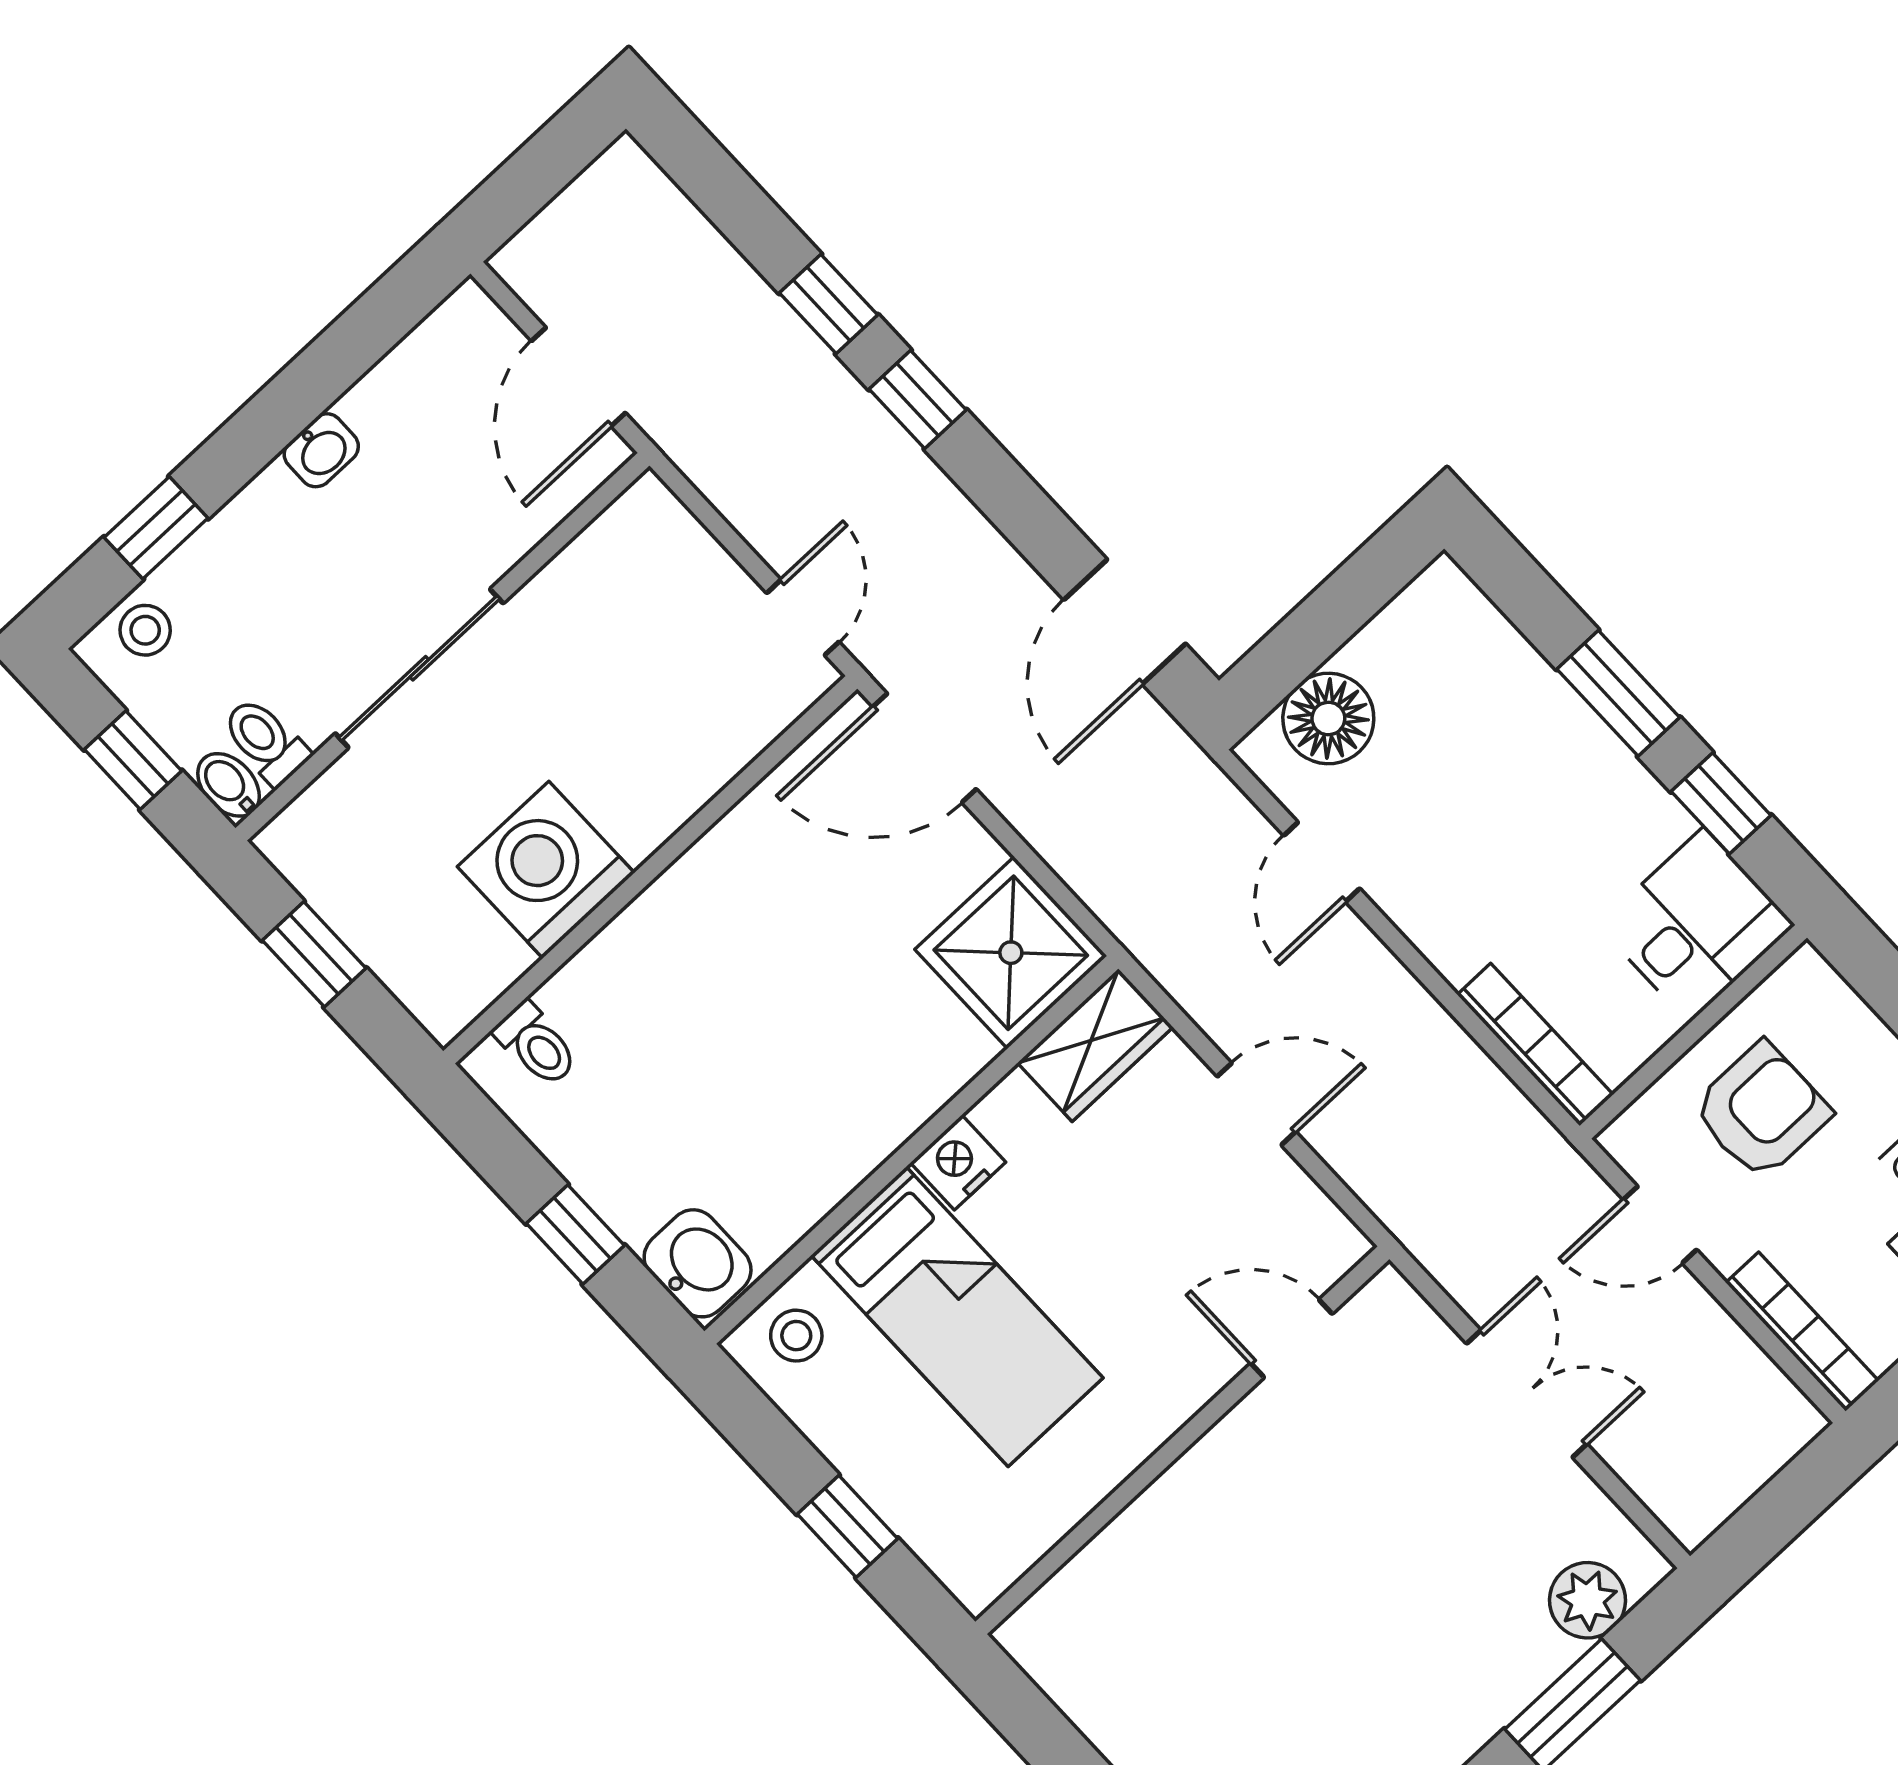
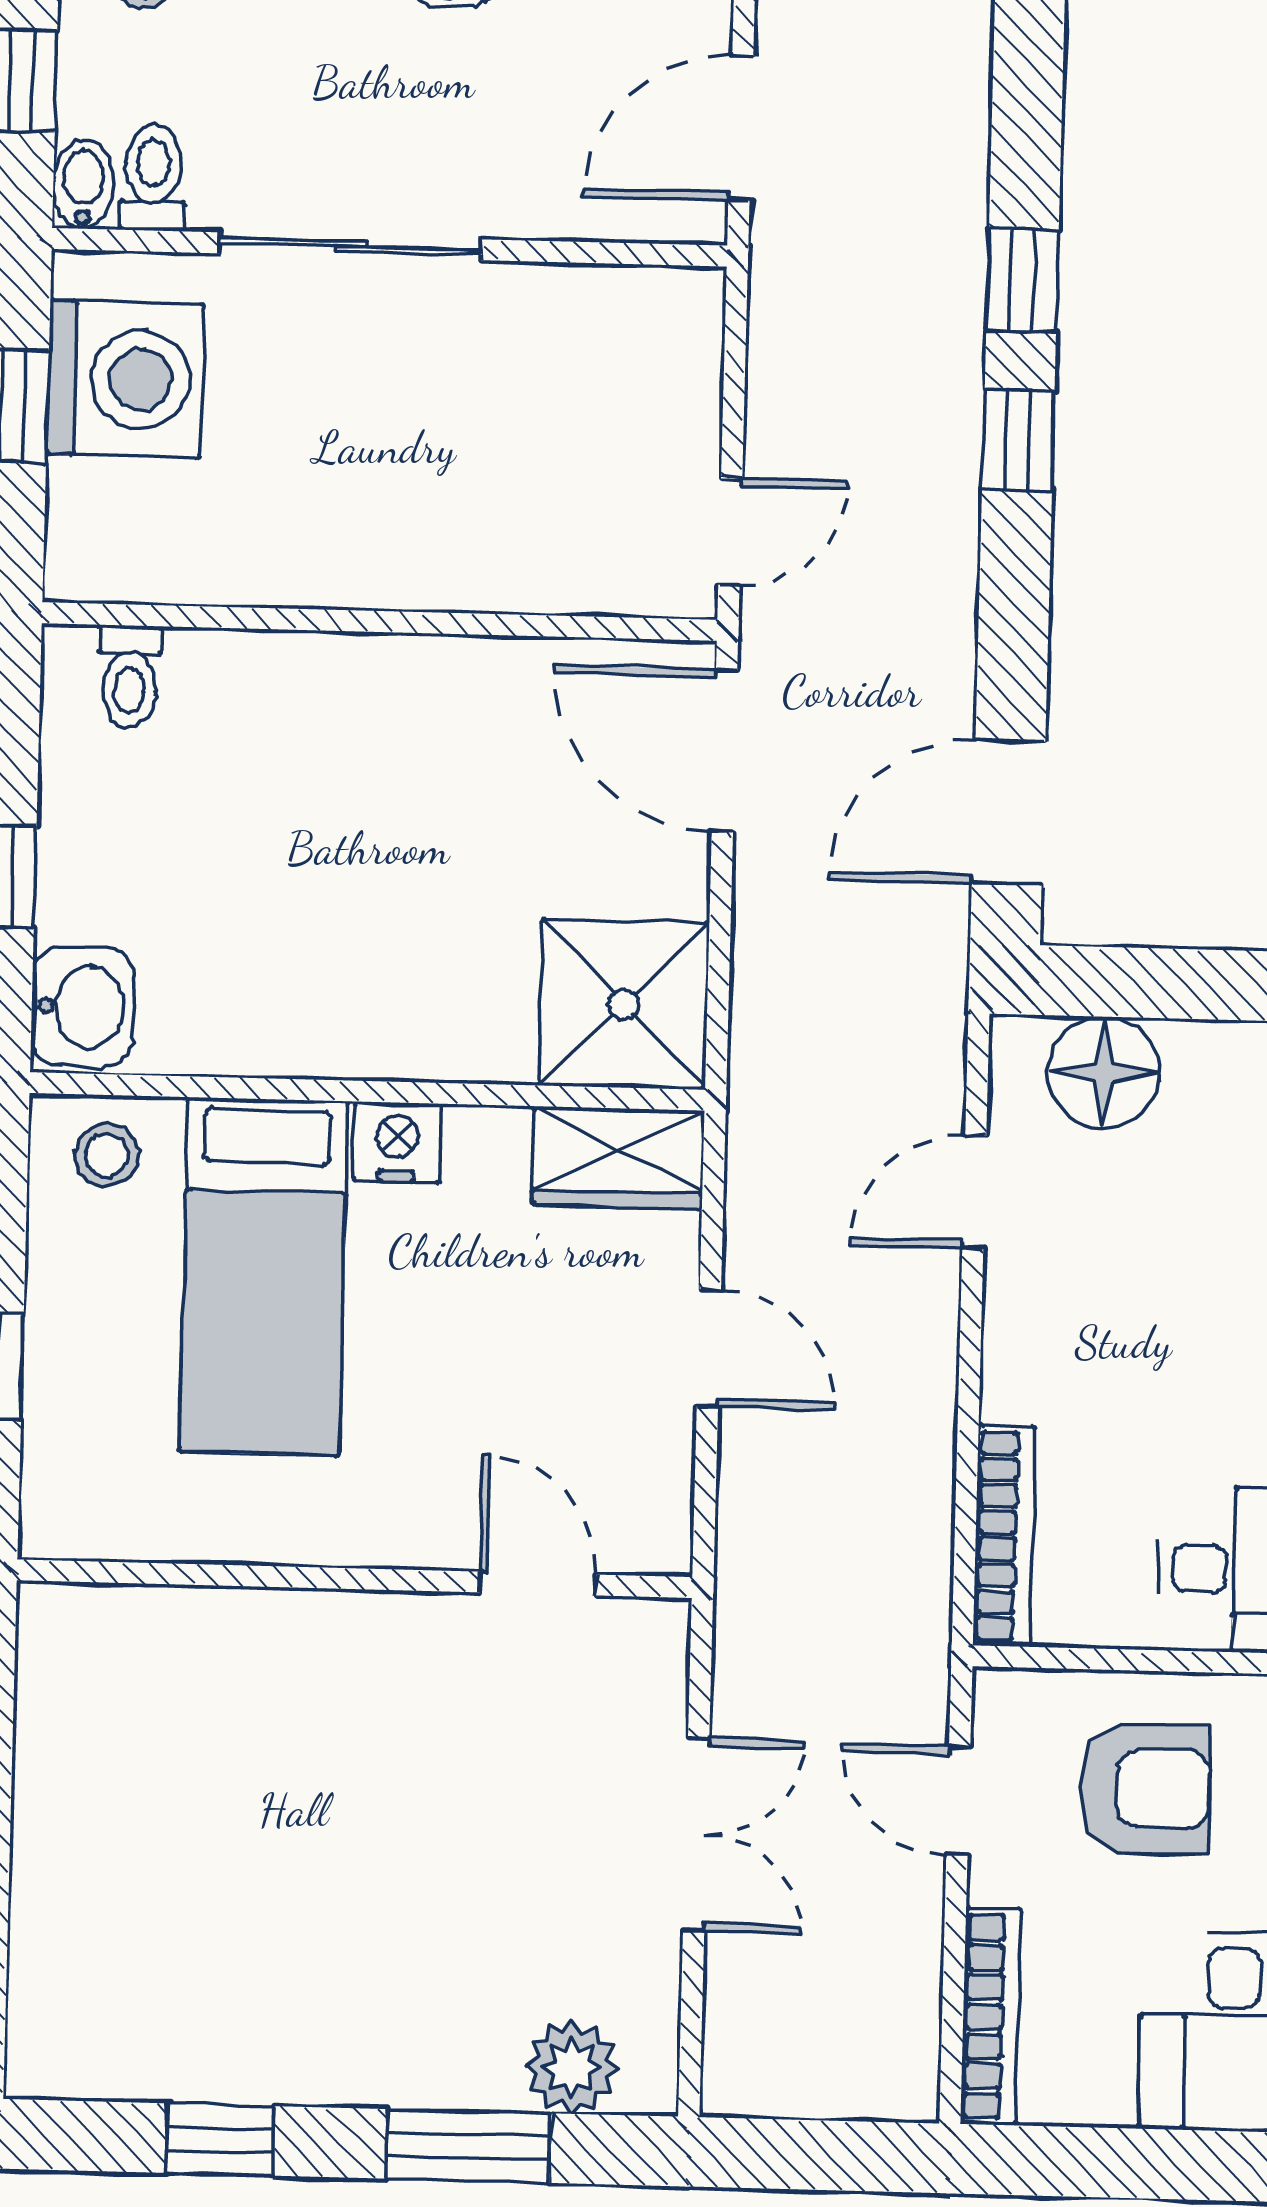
washing machine: (546, 870) -> (125, 379), moved, turned 90

